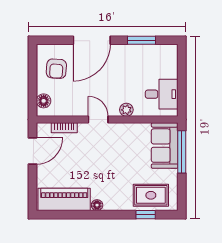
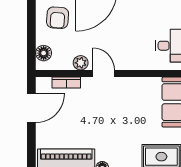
plant: (126, 110) -> (81, 63), moved

